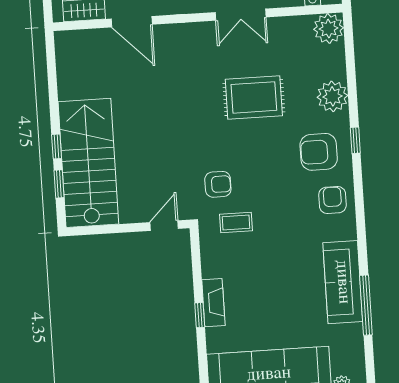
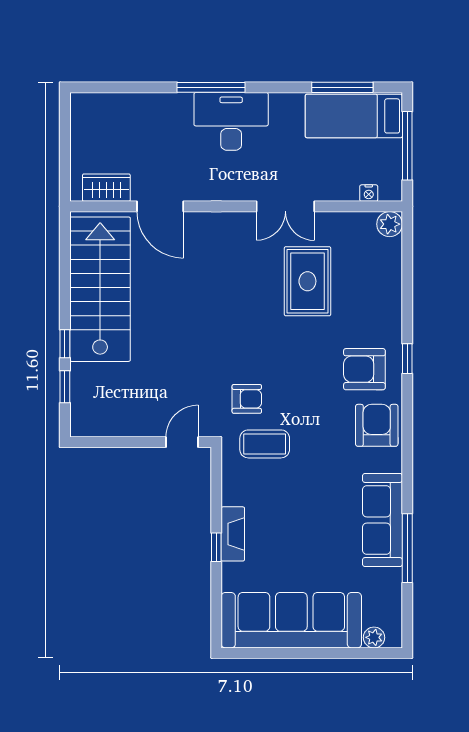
plant: (329, 29) -> (390, 224), width x0.73, depth x0.73
plant: (332, 96) -> (384, 307), removed
rug: (254, 97) -> (307, 281), moved, turned 90
stairs: (88, 163) -> (100, 289), moved
armchair: (332, 200) -> (377, 425), width x1.38, depth x1.38
coffee table: (236, 223) -> (265, 444), width x1.36, depth x1.30

